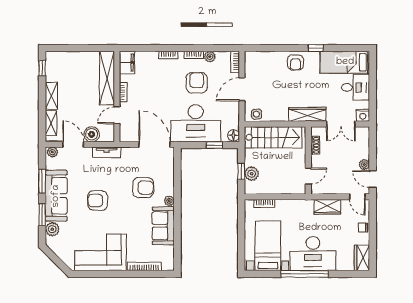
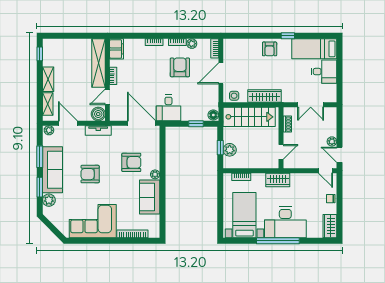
wardrobe: (307, 114) -> (264, 96), moved
nightstand: (363, 115) -> (331, 97), removed
desk: (196, 123) -> (168, 108), width x0.53, depth x0.77
boiler: (92, 134) -> (98, 114), moved
wardrobe: (327, 207) -> (278, 180), moved

